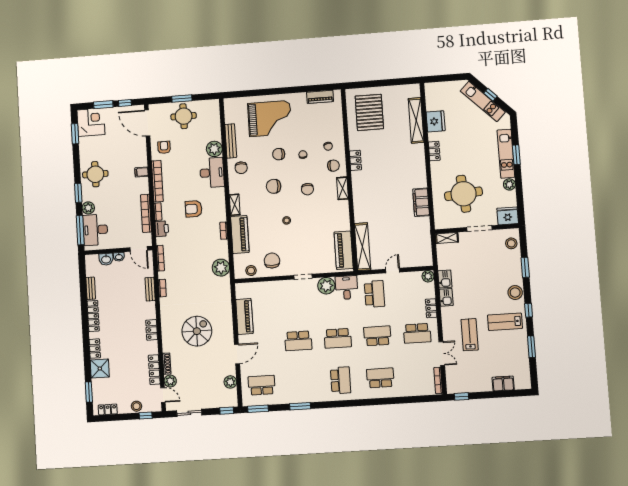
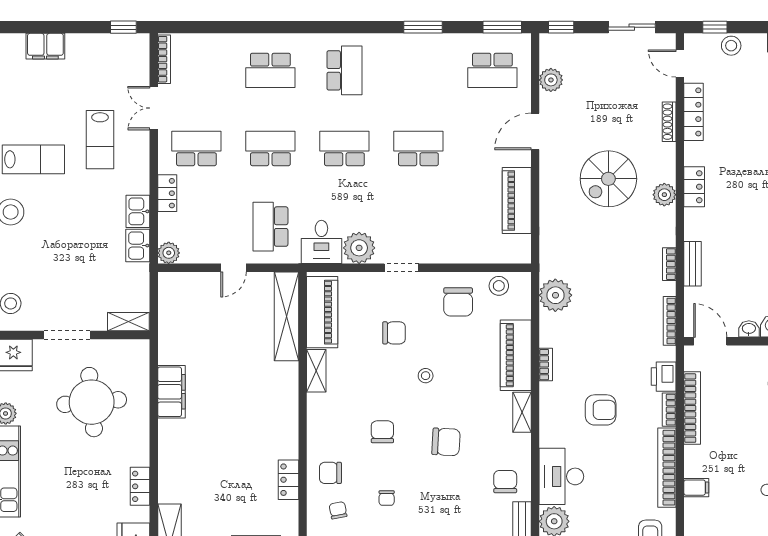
chair: (279, 154) -> (394, 333), moved
shelving: (343, 188) -> (316, 371), moved
school desk: (377, 336) -> (270, 148), turned 180
school desk: (341, 380) -> (344, 70), turned 180
plant: (170, 381) -> (664, 195), moved

